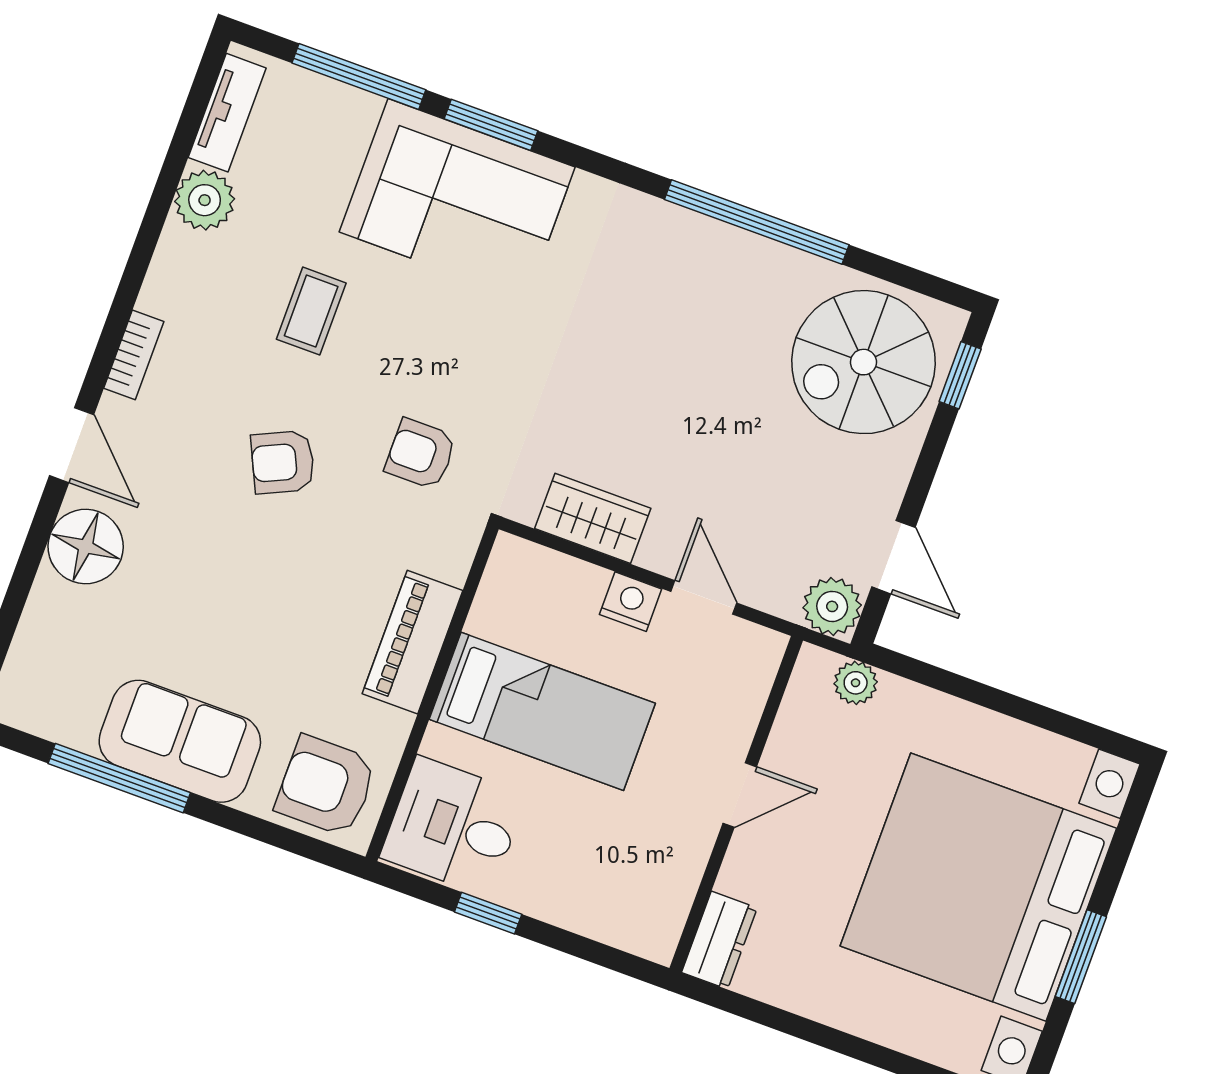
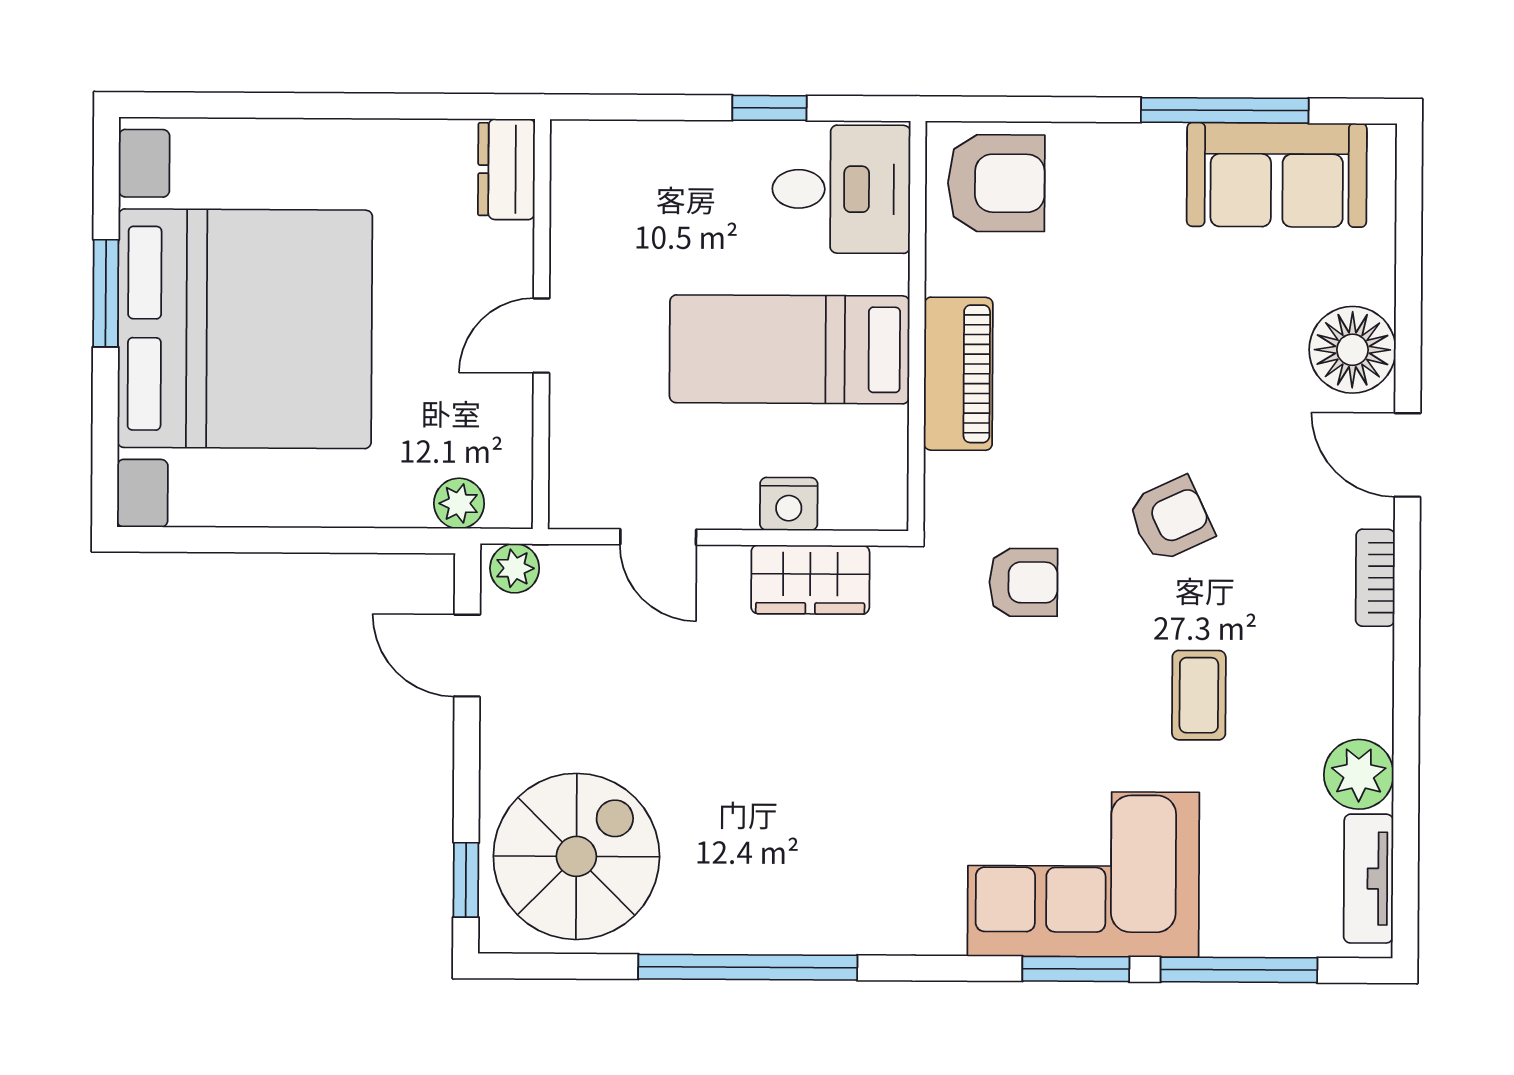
nightstand: (631, 602) -> (789, 504), moved
plant: (832, 606) -> (515, 568), width x0.73, depth x0.73
sofa: (180, 741) -> (1277, 175), moved

